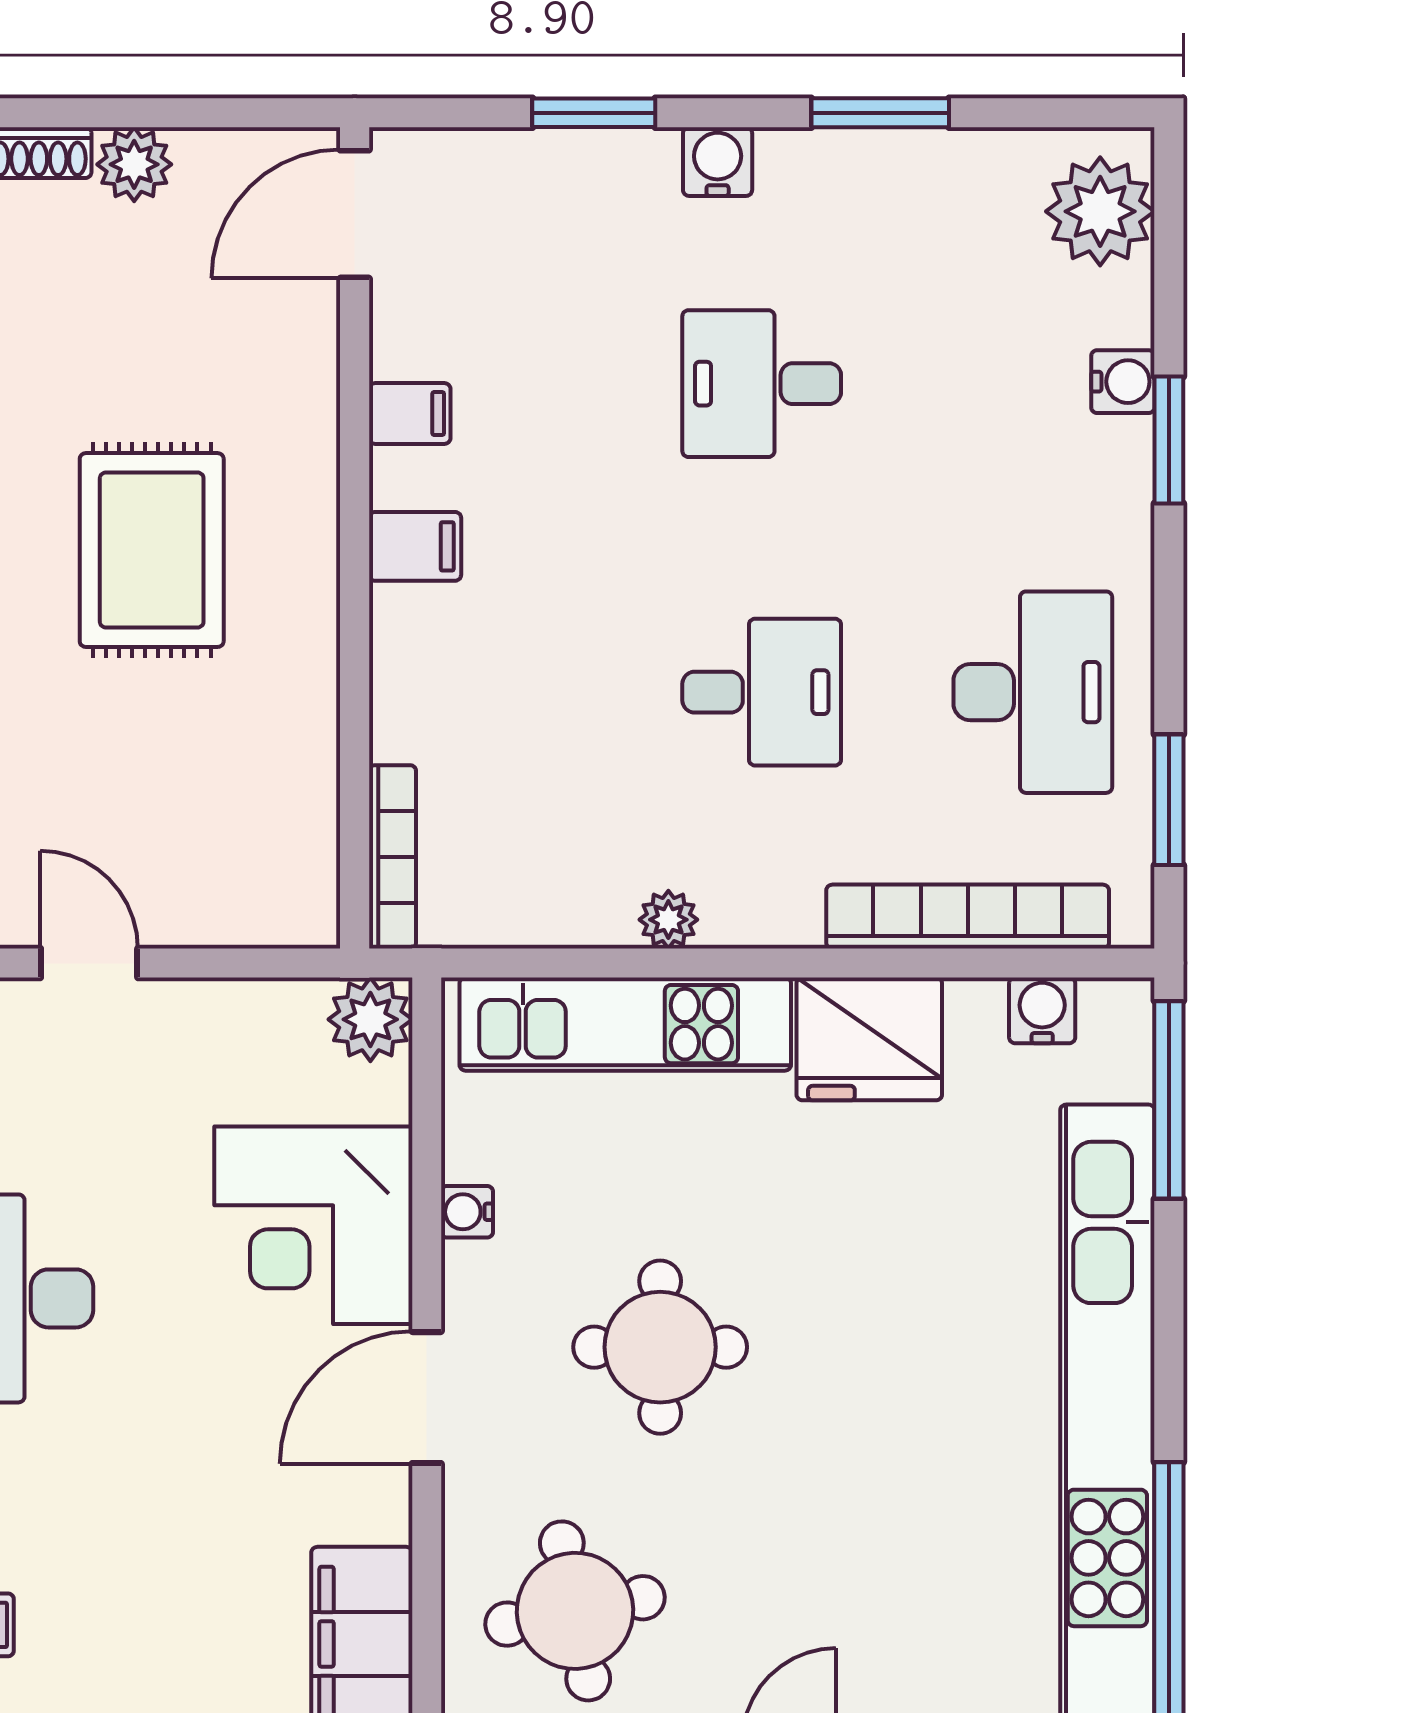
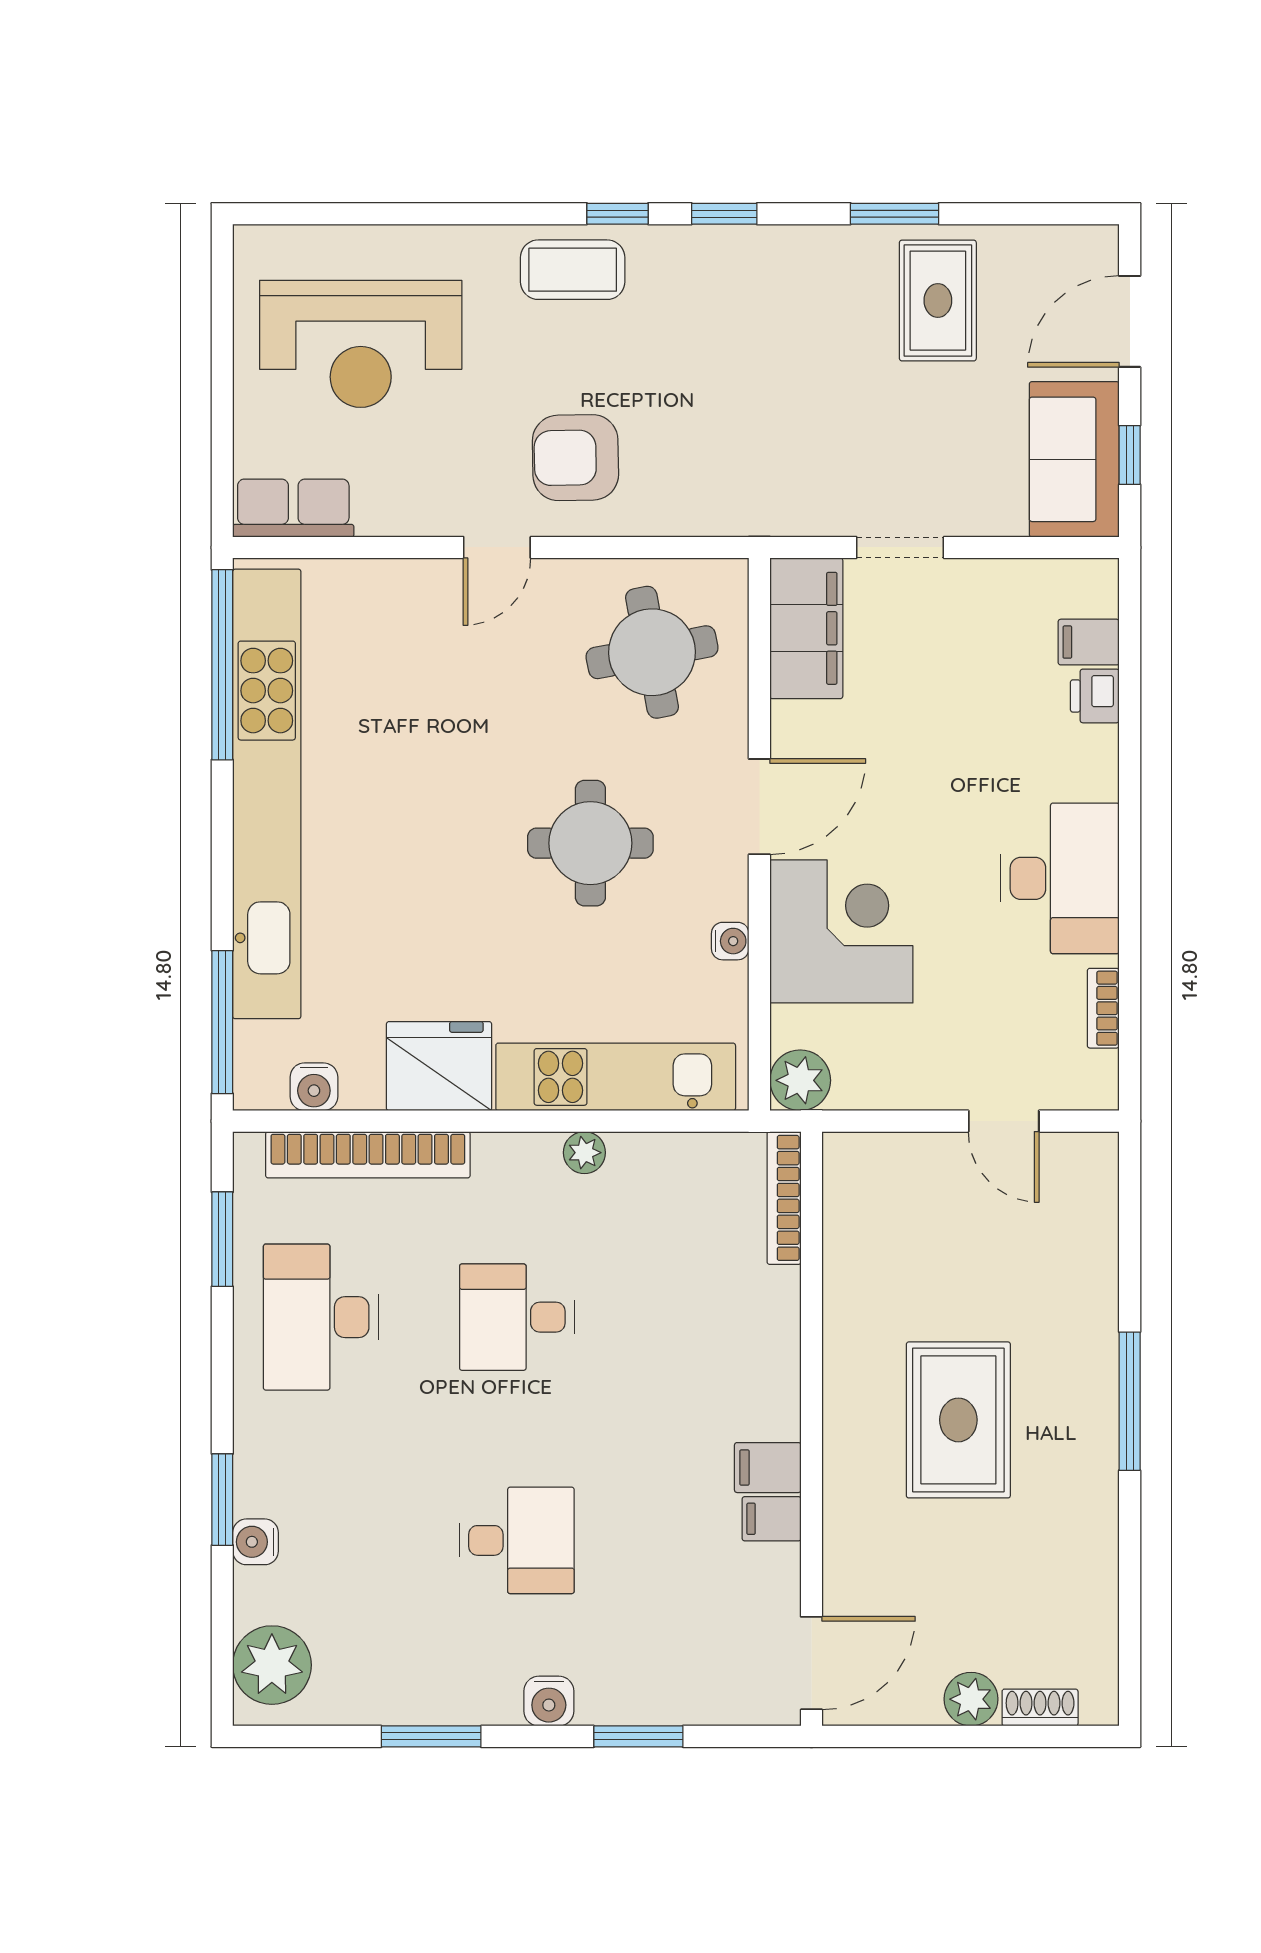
filing cabinet: (415, 546) -> (768, 1468), moved

